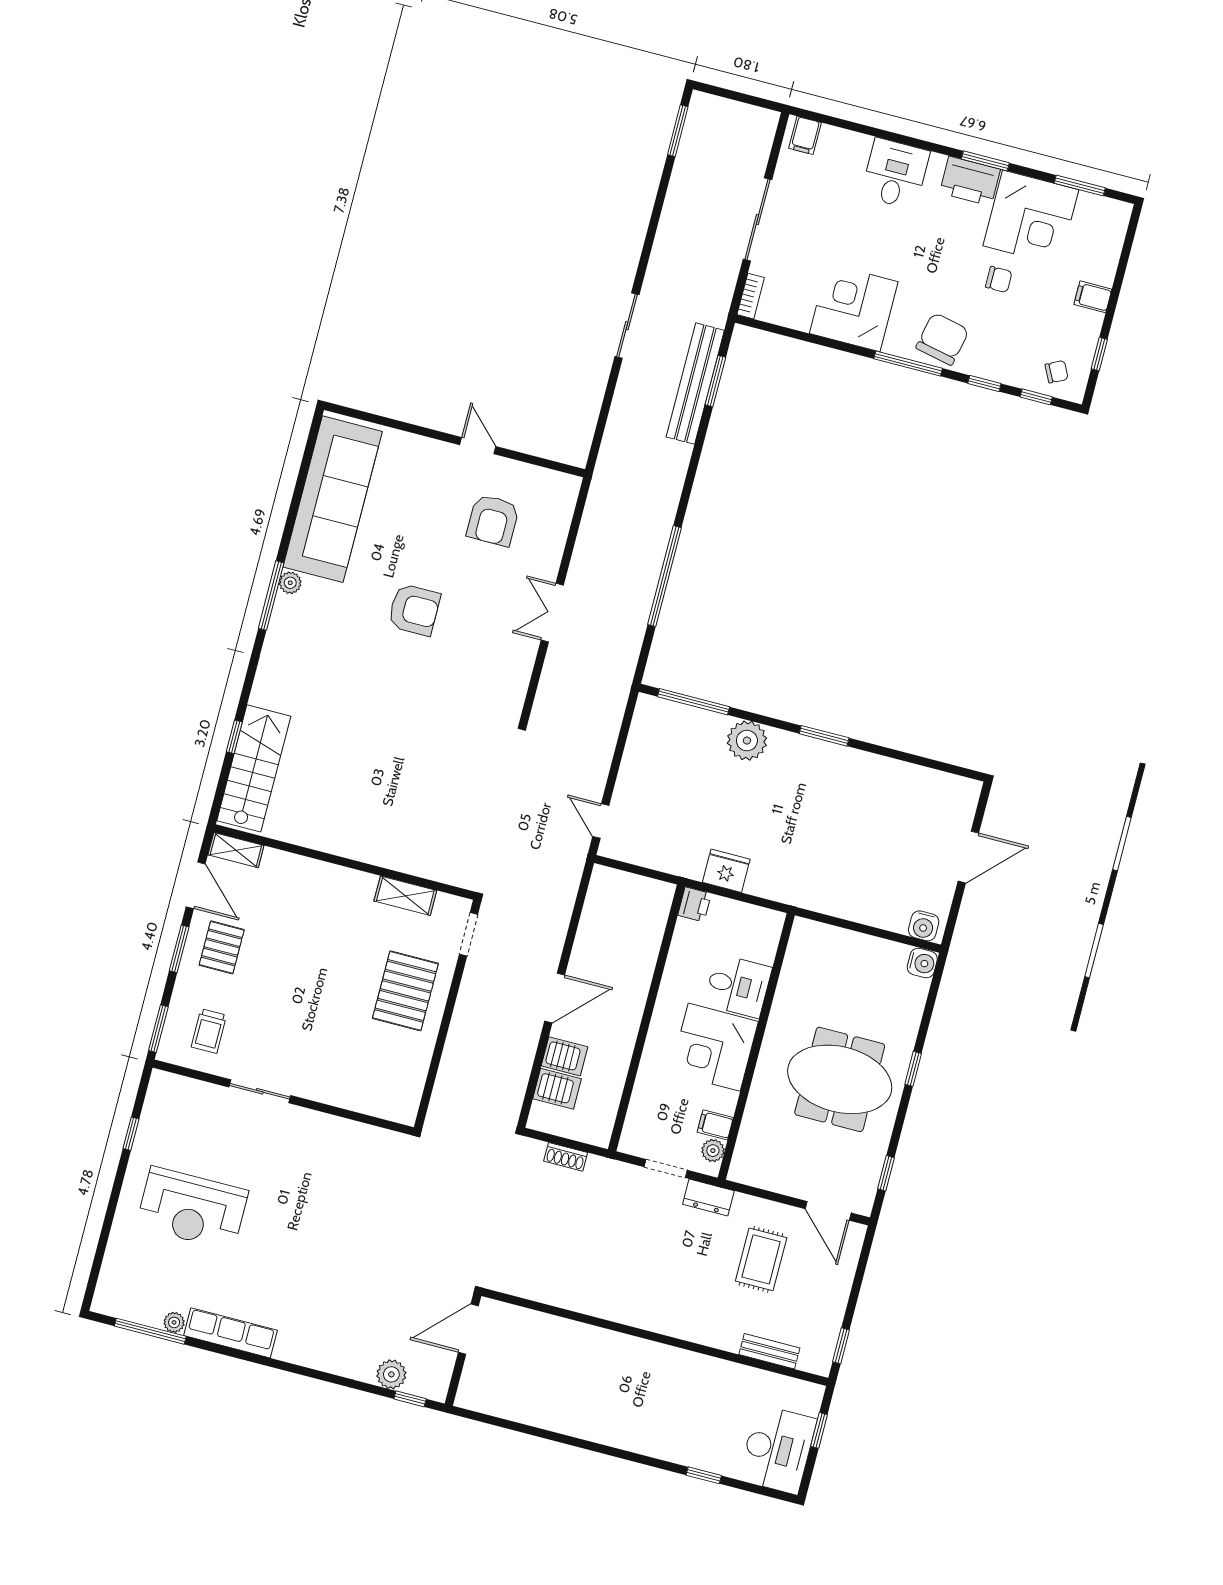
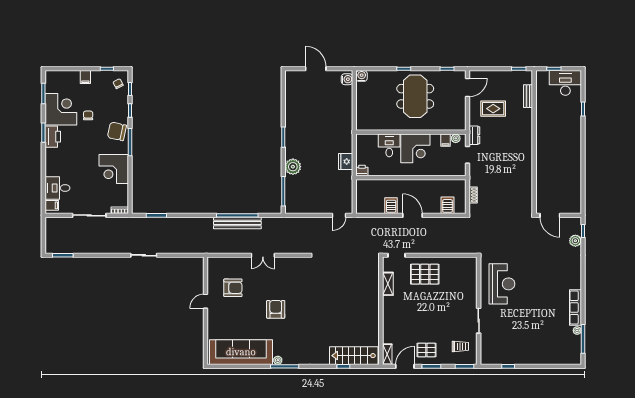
desk: (895, 174) -> (57, 188), moved
bench: (695, 384) -> (237, 223), moved
server rack: (565, 1056) -> (391, 206), moved
reception desk: (192, 1208) -> (502, 284), moved

